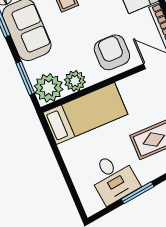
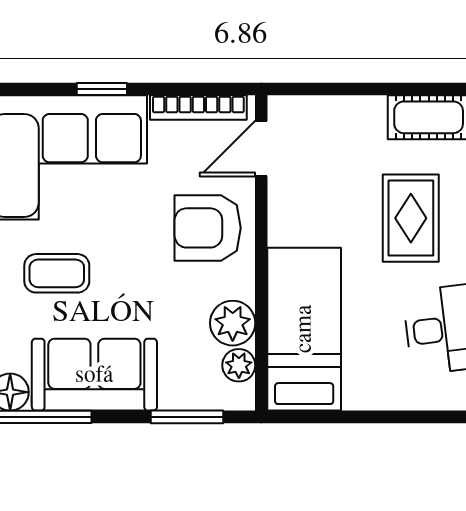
plant: (49, 88) -> (239, 365), width x0.53, depth x0.53

